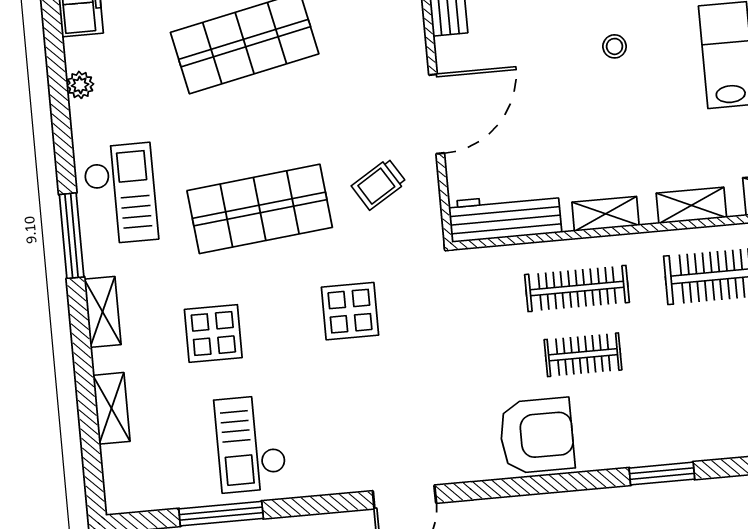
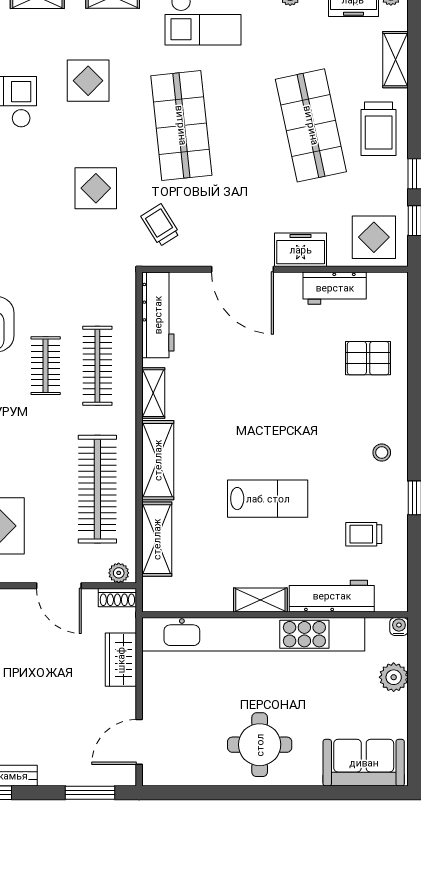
freezer: (405, 42) -> (301, 250), added
stool: (615, 46) -> (282, 412), removed
trolley: (379, 184) -> (160, 225), moved
shelving: (691, 205) -> (158, 460), width x1.50, depth x1.33

